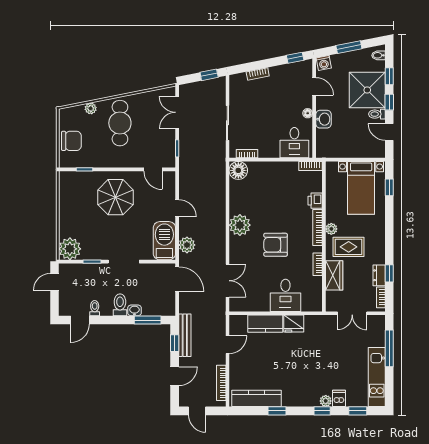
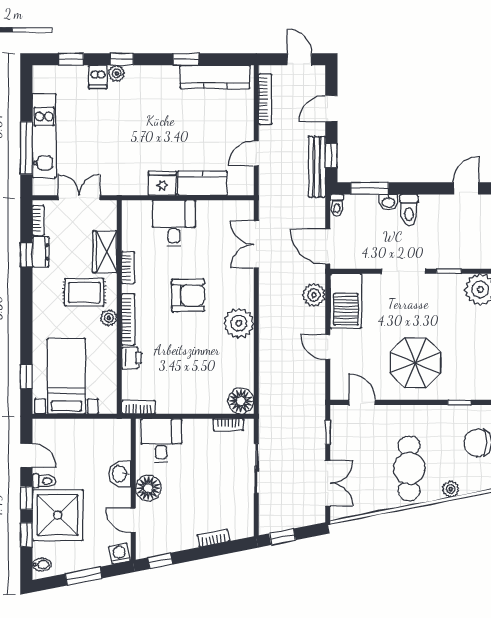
floor lamp: (308, 113) -> (148, 488), width x1.89, depth x1.89
toilet: (95, 308) -> (337, 205), moved
kitchen unit: (377, 377) -> (44, 136), moved

